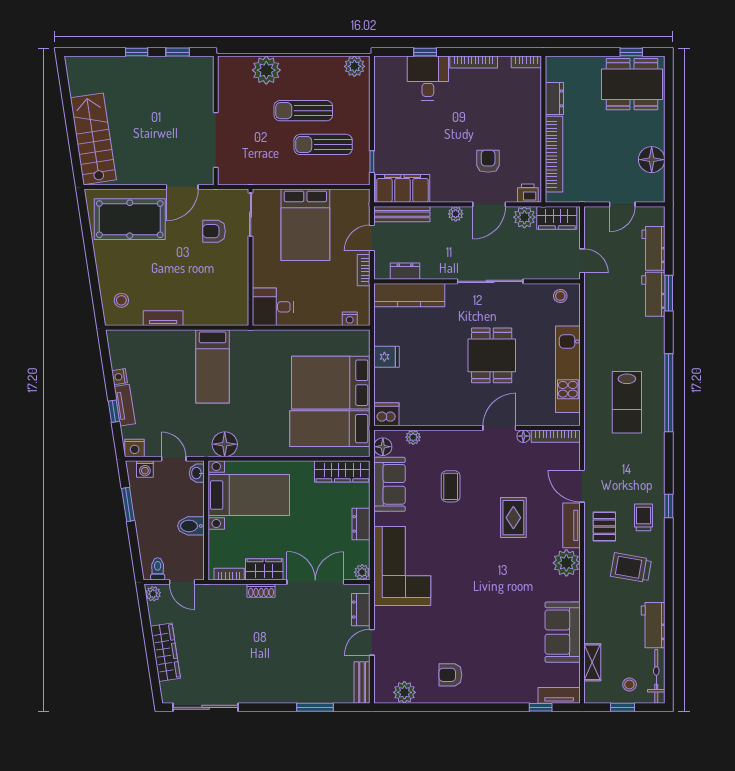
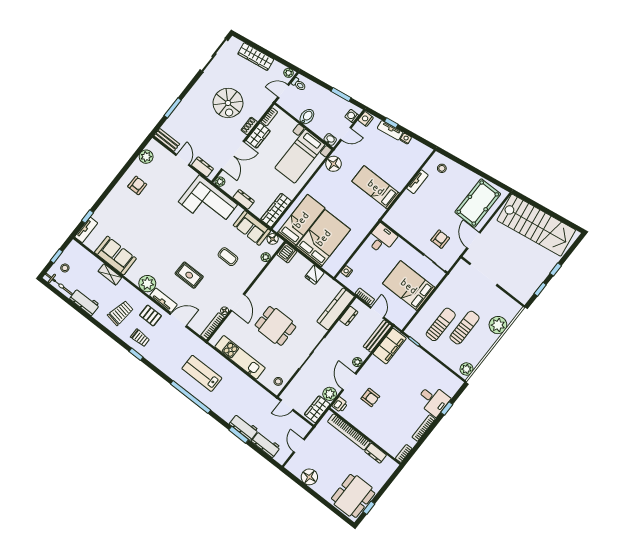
stairs: (93, 139) -> (536, 225), width x1.36, depth x1.51
spiral stairs: (253, 641) -> (228, 103), added
shelving: (592, 662) -> (110, 274), moved

